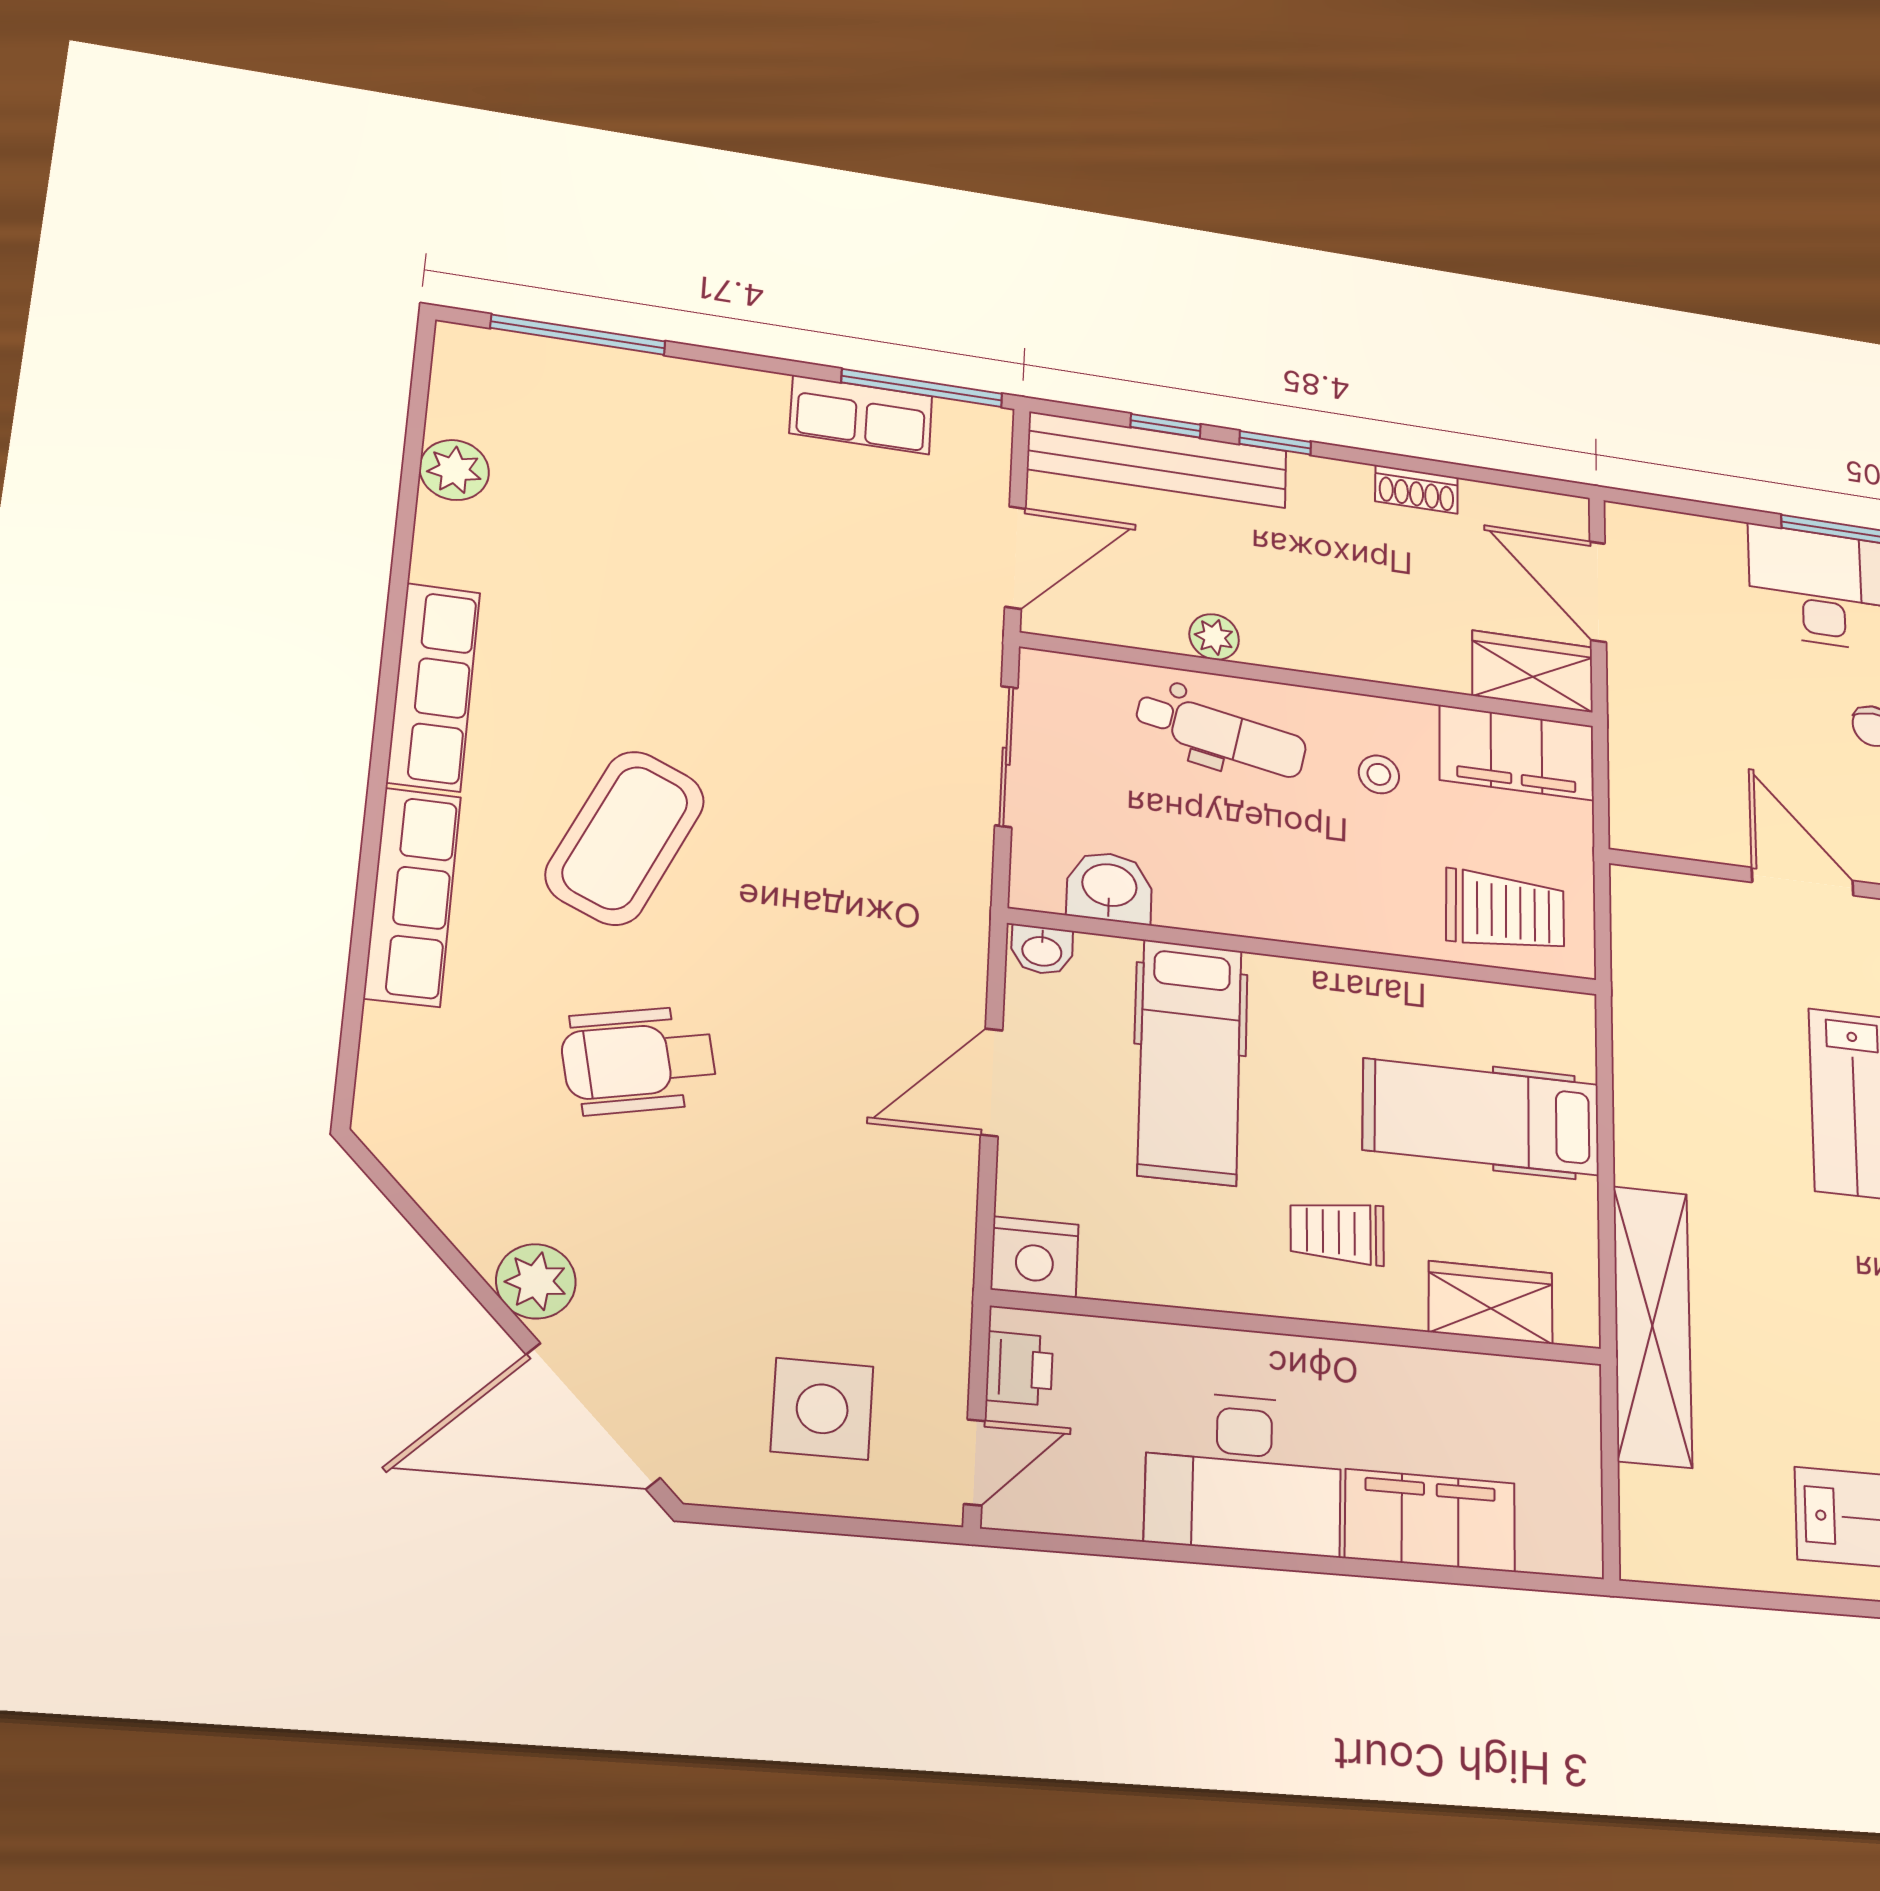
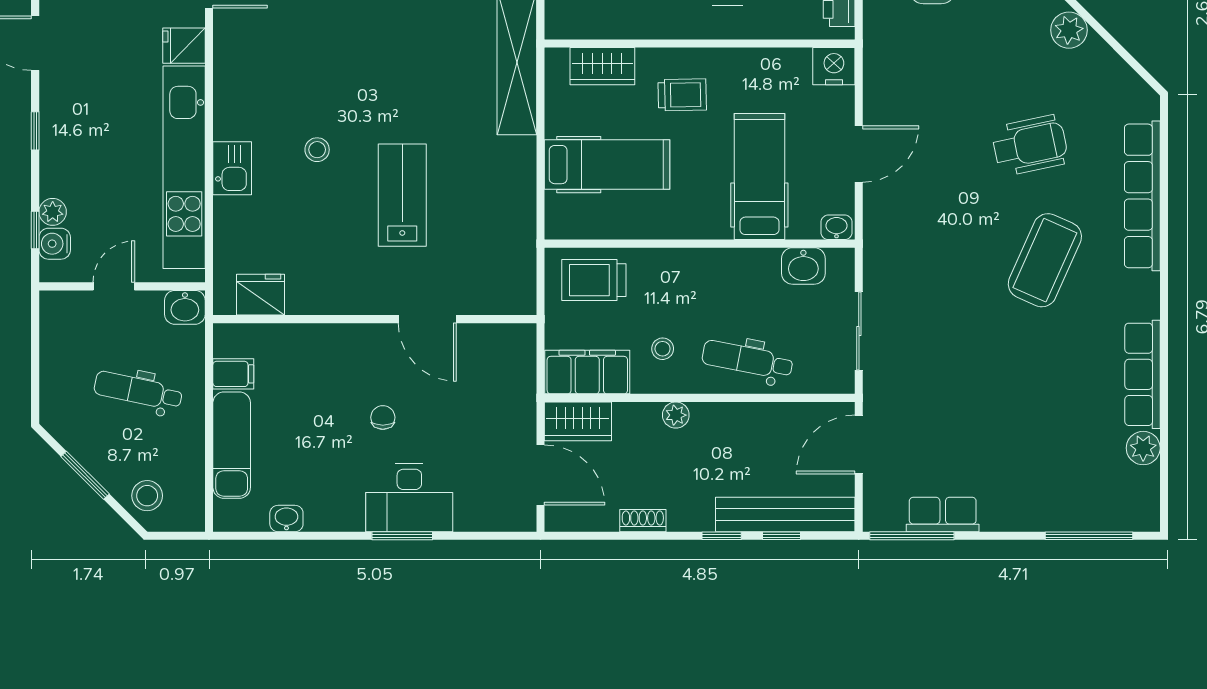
plant: (1214, 637) -> (676, 415), moved
row of seats: (433, 687) -> (1143, 374), moved
row of seats: (412, 897) -> (1142, 196), width x1.36

